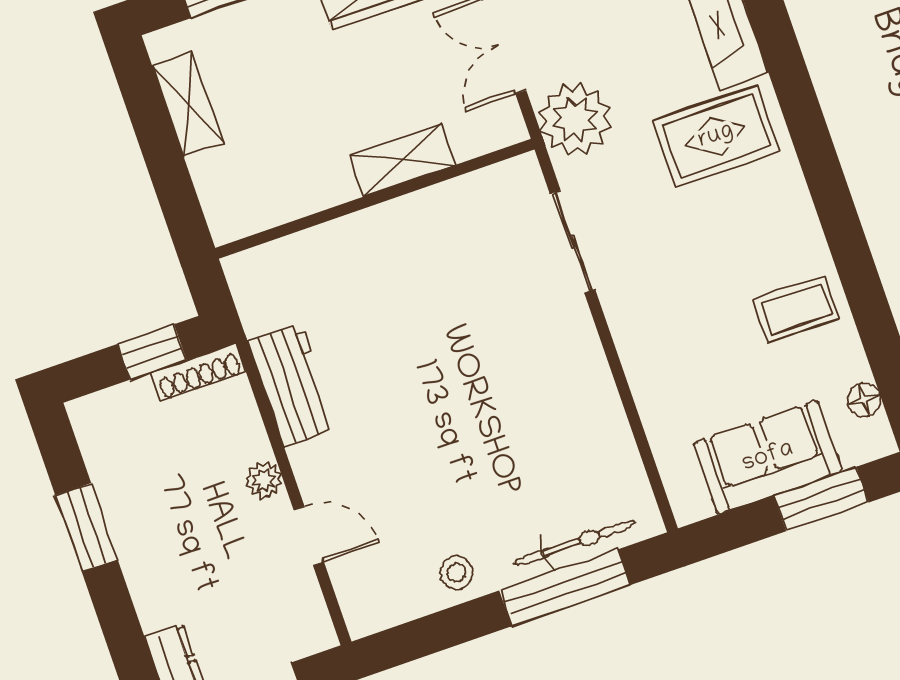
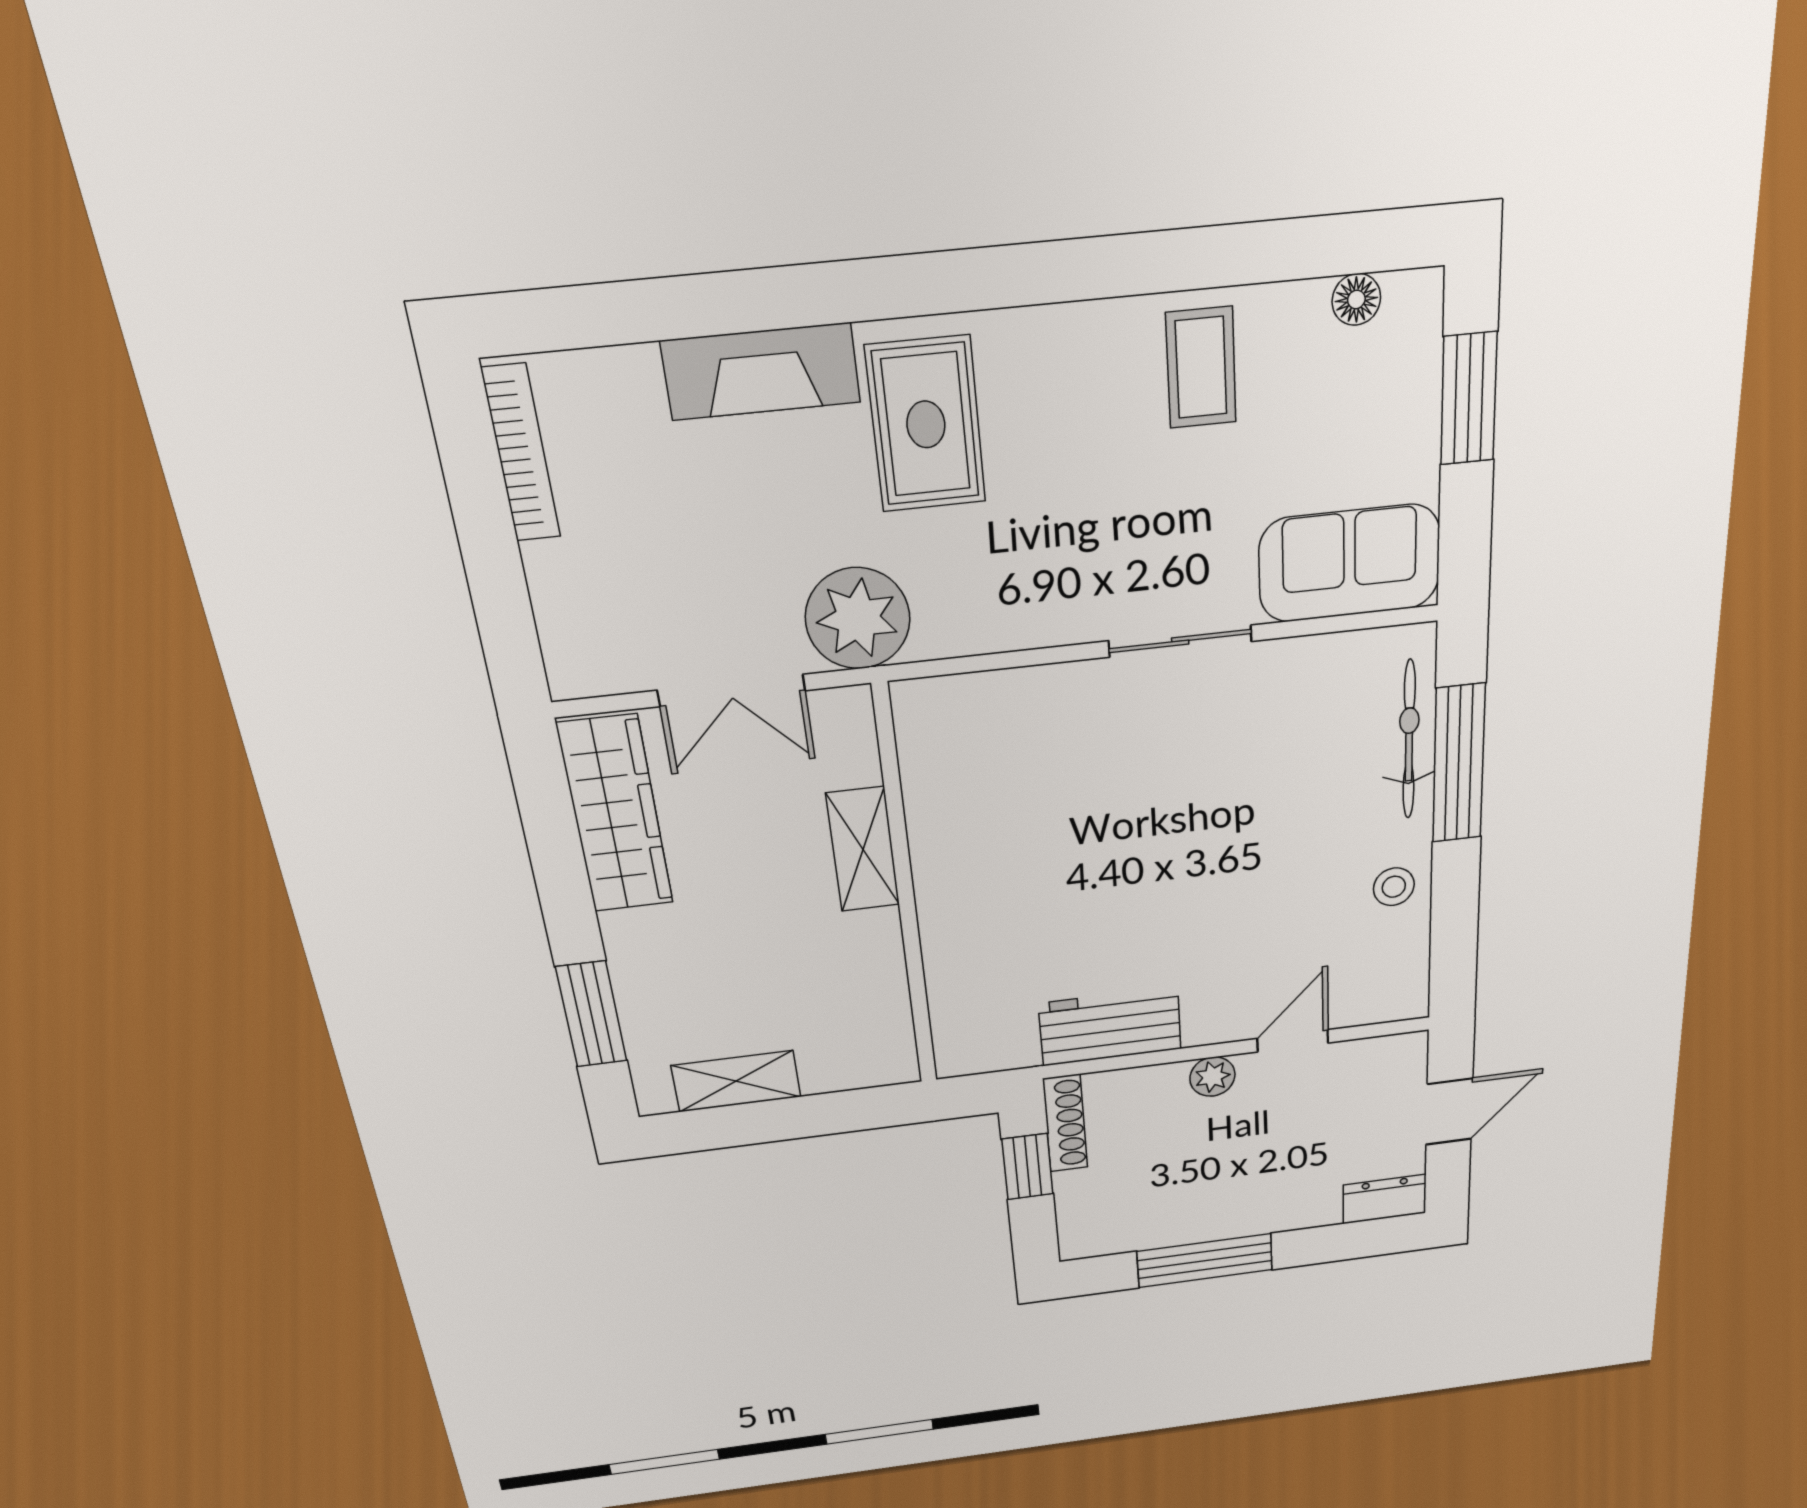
sliding door: (573, 242) -> (1180, 641), moved
sofa: (768, 457) -> (1349, 563), moved, turned 90
window: (86, 527) -> (1205, 1261), width x1.44

